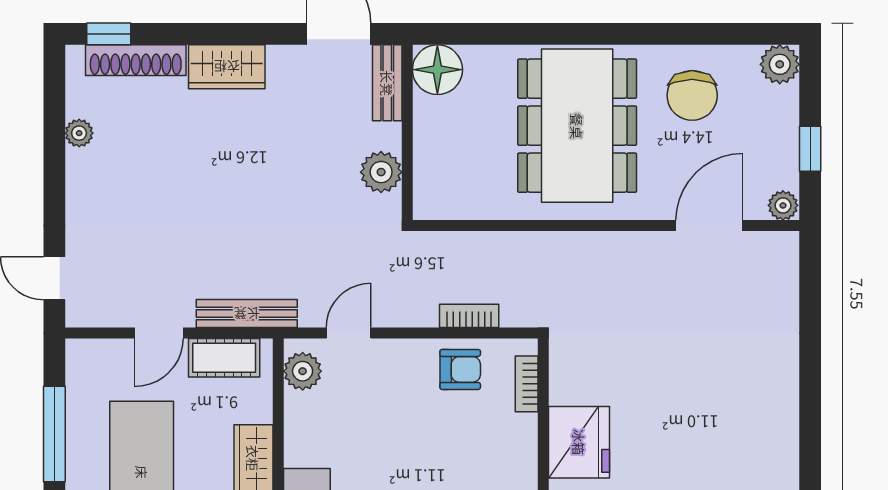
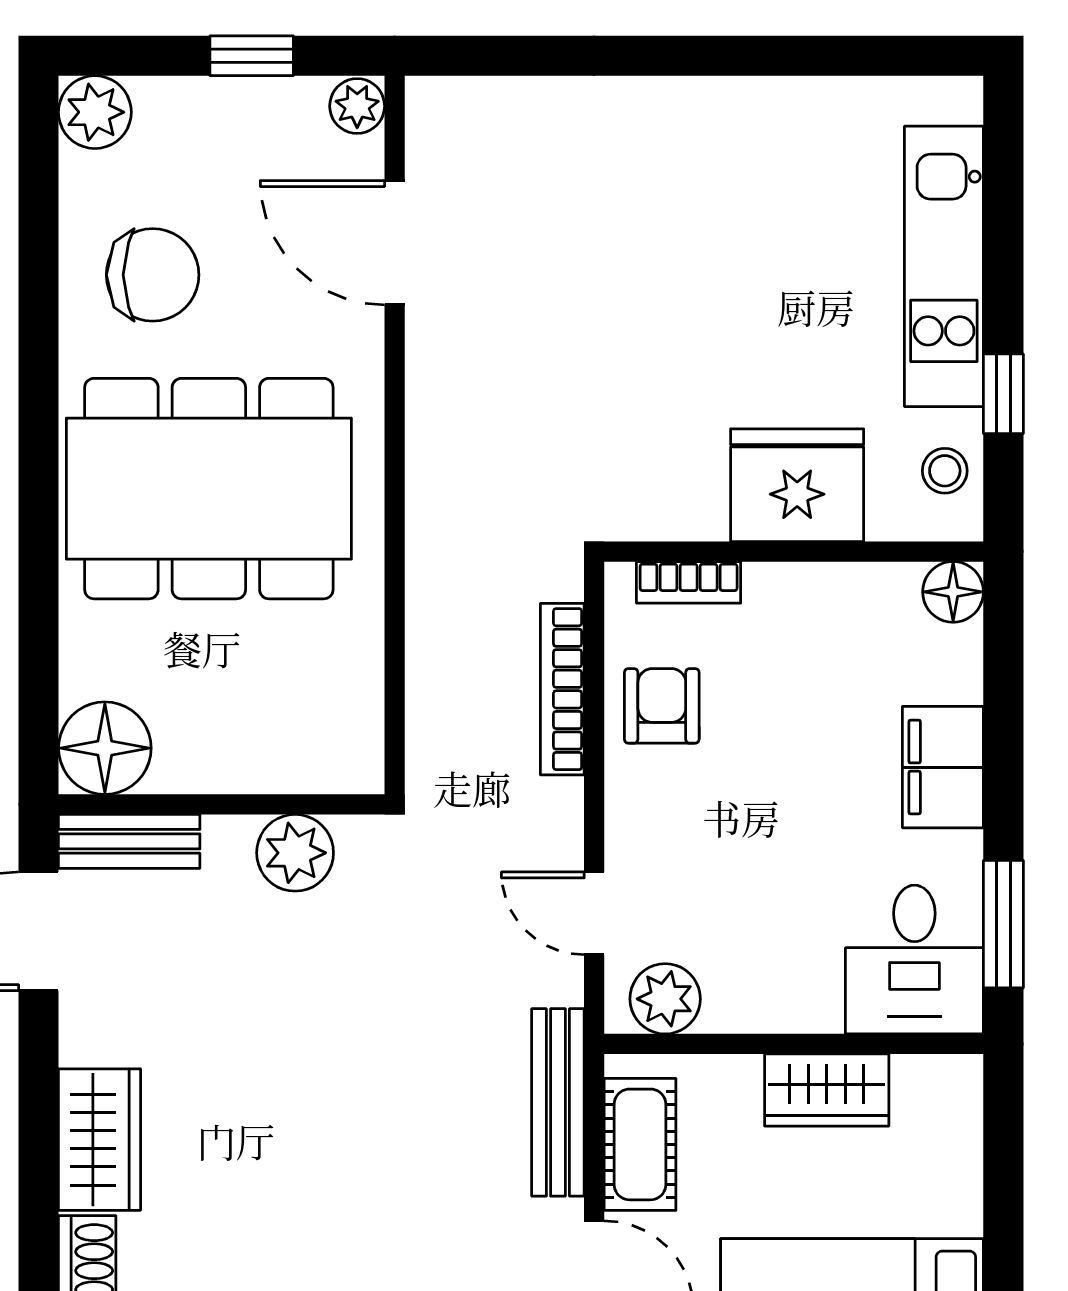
bookcase: (469, 316) -> (562, 689), width x1.56

